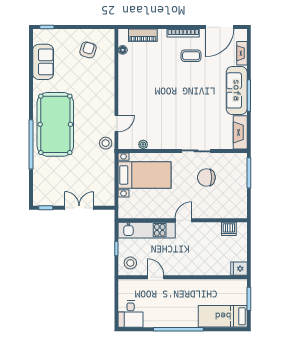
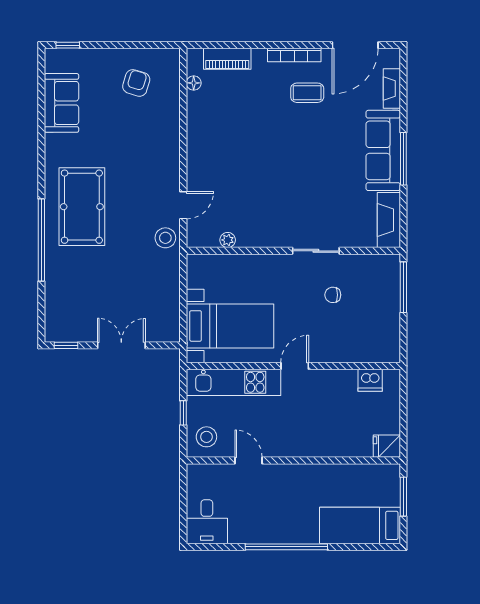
pool table: (55, 124) -> (82, 207), width x0.73, depth x0.76
bed with nightstands: (145, 175) -> (230, 326), moved
chair: (206, 177) -> (333, 295), width x0.54, depth x0.54

